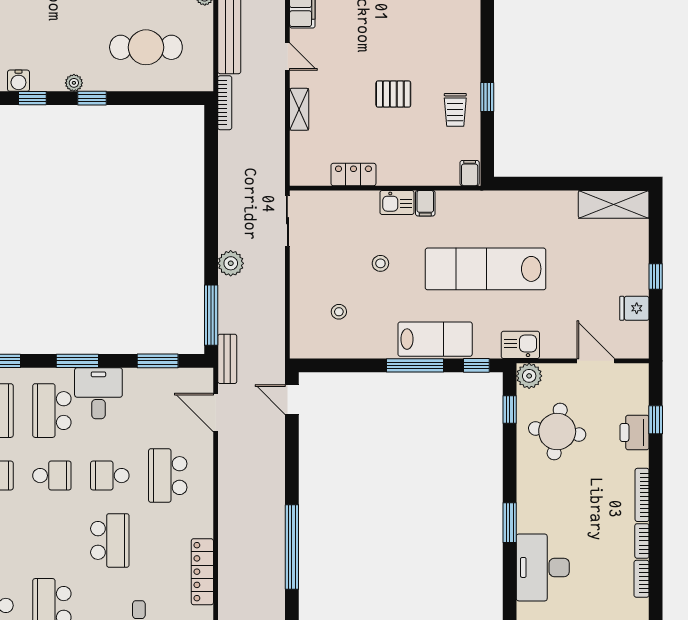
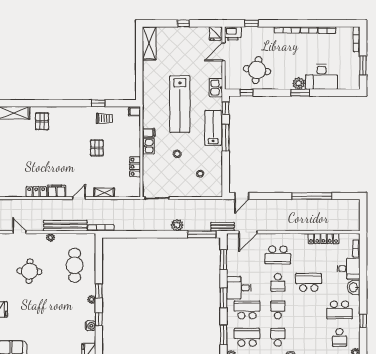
fridge: (634, 308) -> (215, 33), moved
plant: (529, 376) -> (299, 83), moved
school desk: (52, 411) -> (247, 310), turned 180
printer: (635, 432) -> (233, 33), moved

